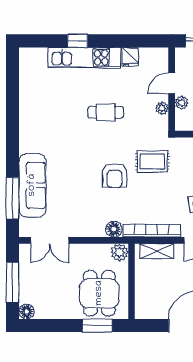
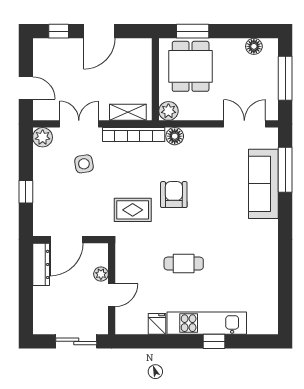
plant: (162, 108) -> (122, 268), removed
floor lamp: (26, 312) -> (254, 46), moved

